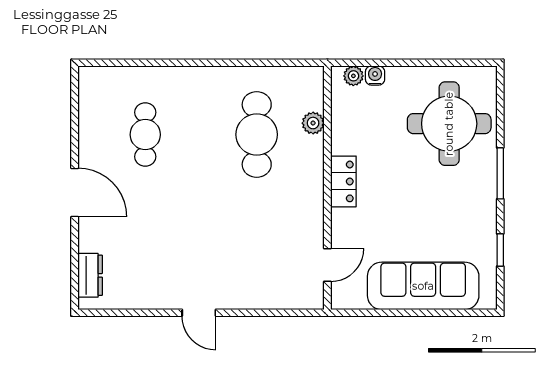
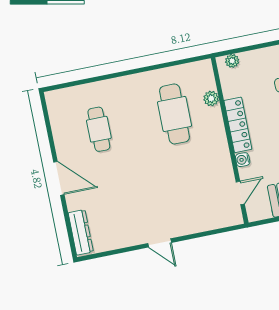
water cooler: (375, 76) -> (243, 160), moved, turned -90
locker: (343, 181) -> (238, 125), width x1.53
dresser: (90, 275) -> (81, 232), width x1.44

